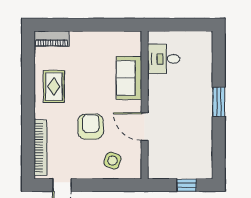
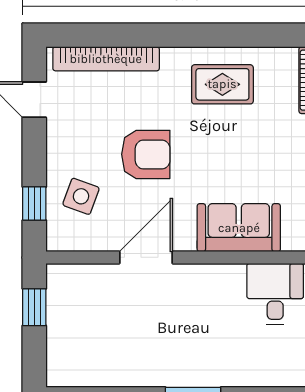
window: (116, 185) -> (34, 204), added
window: (187, 185) -> (34, 307), moved

